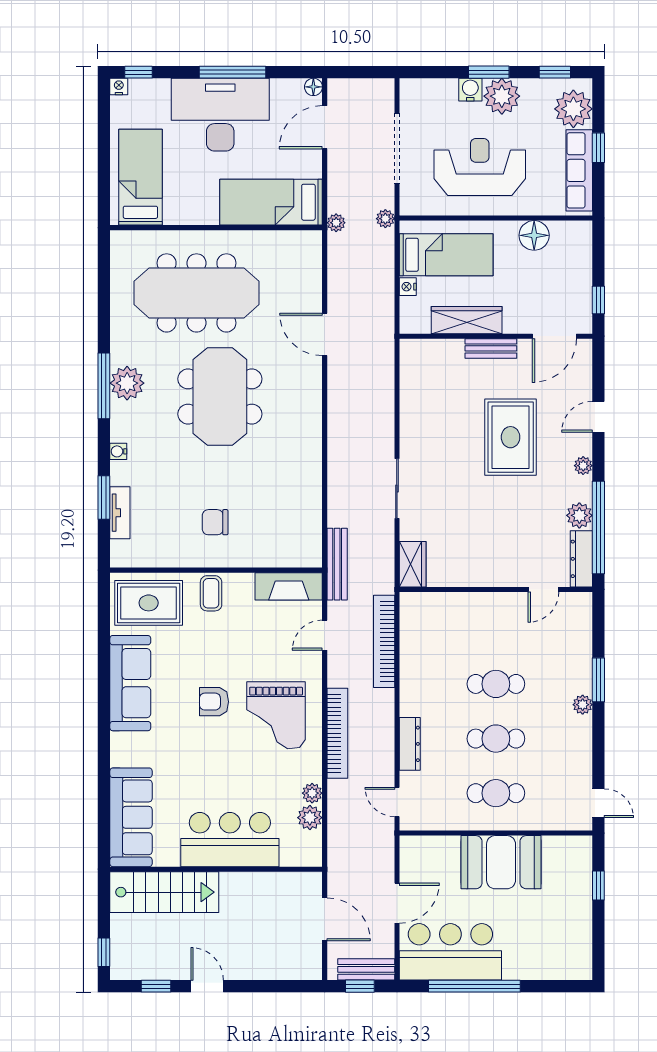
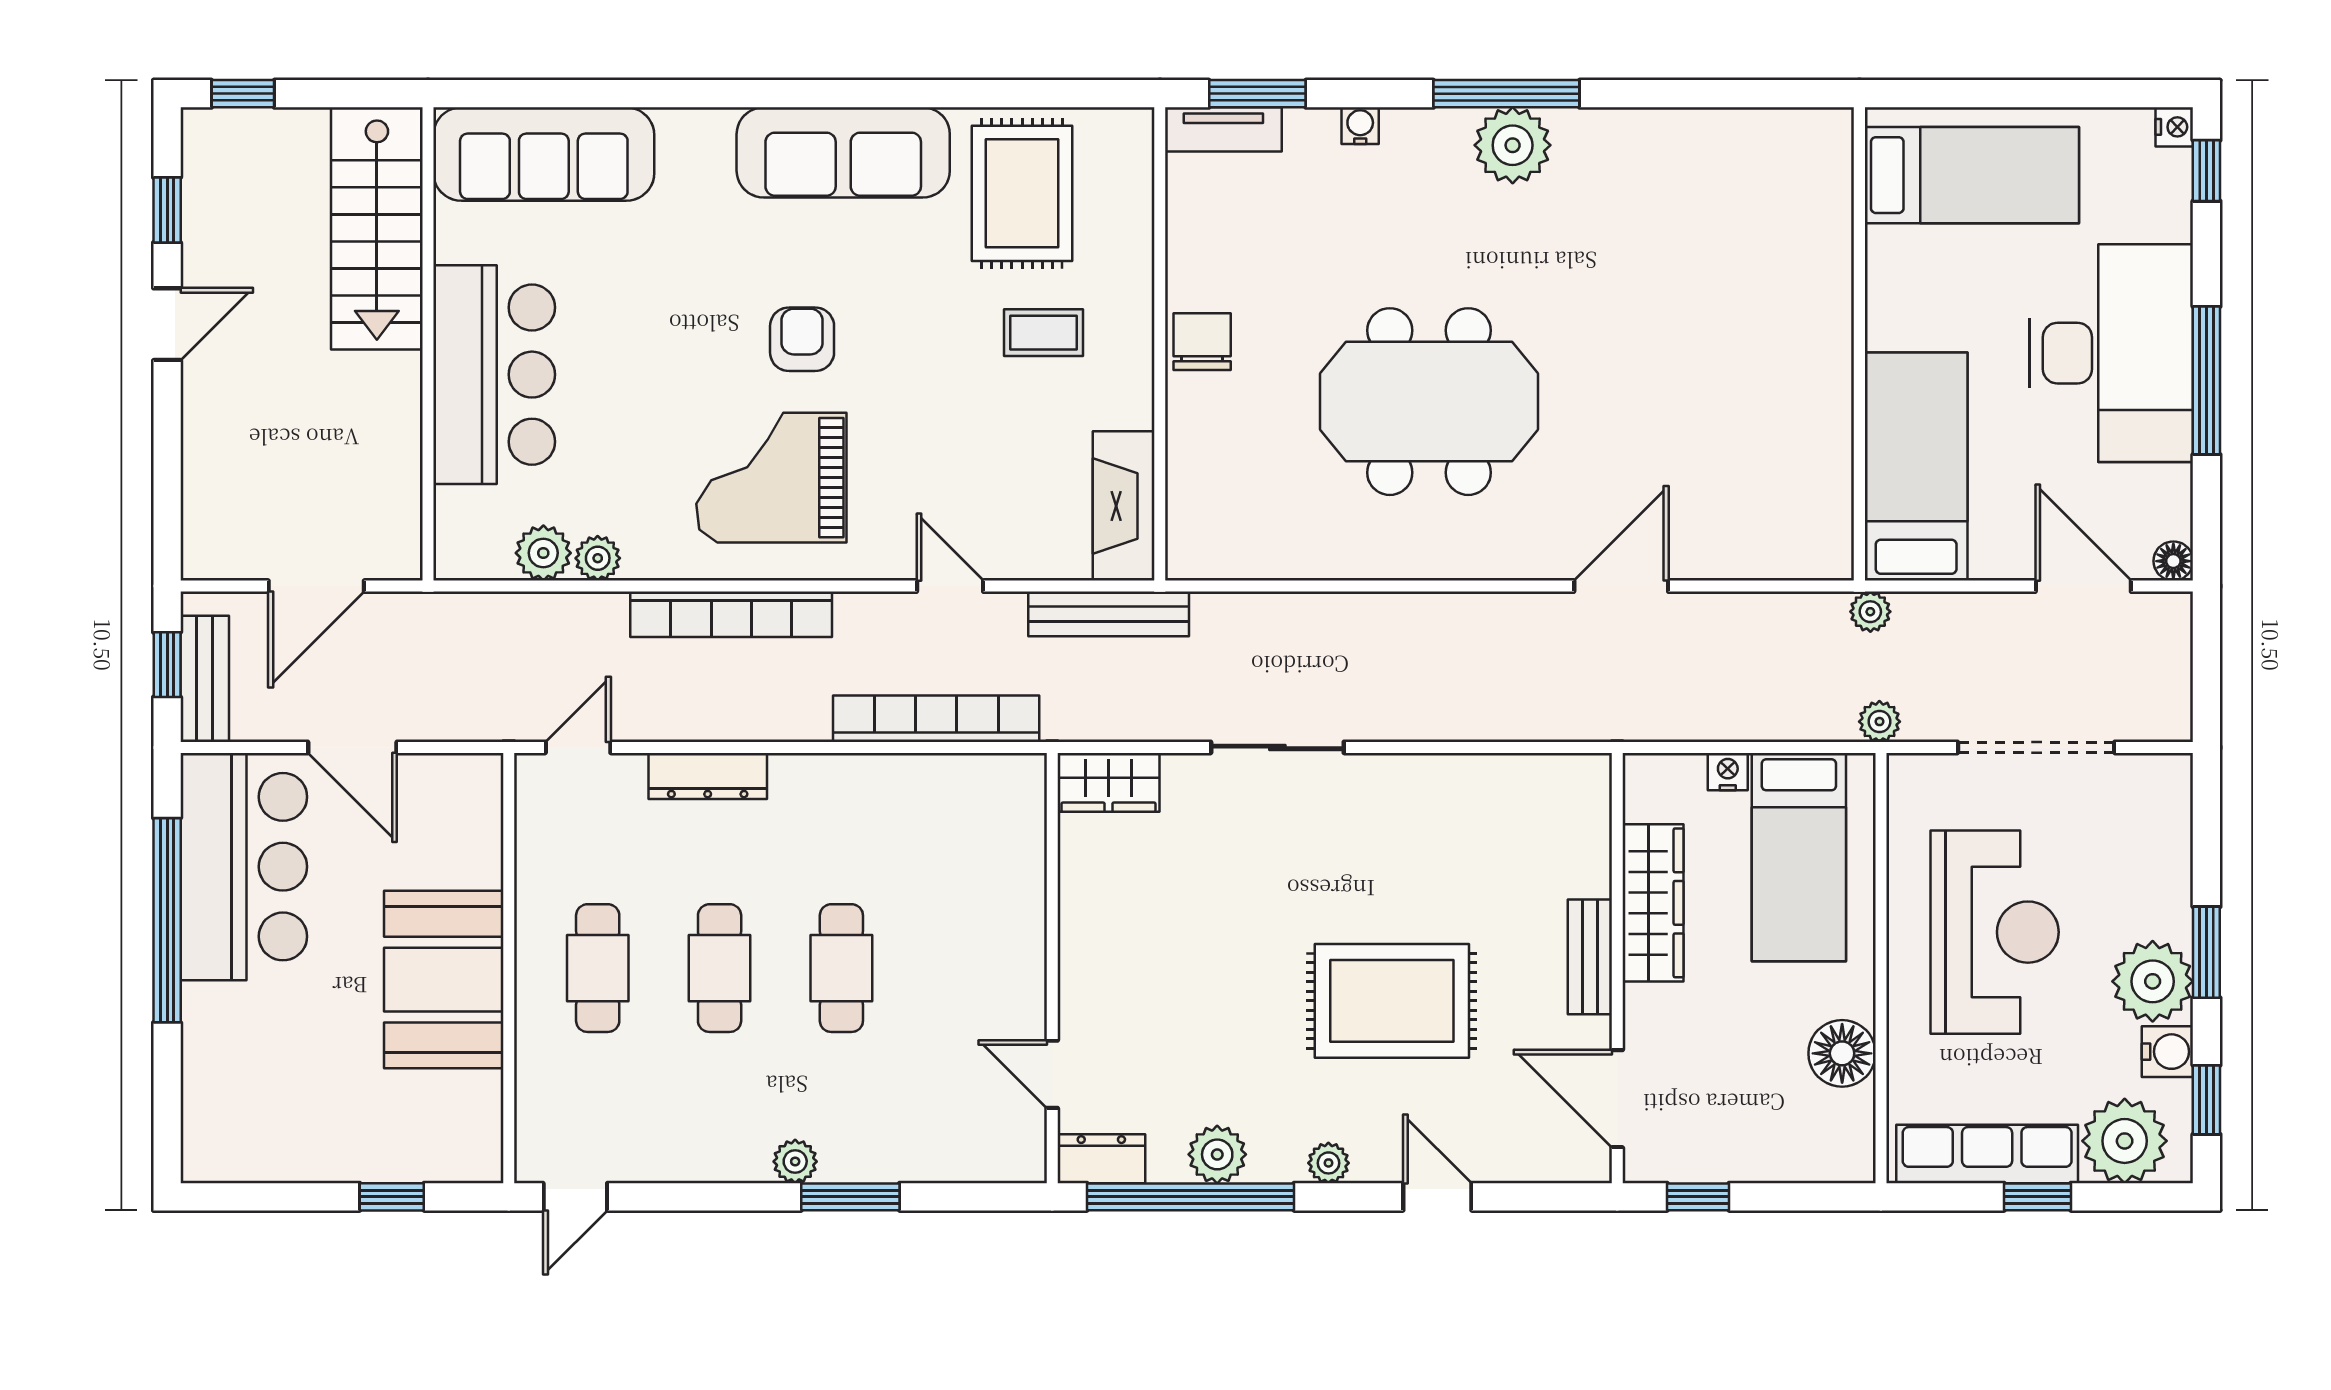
water cooler: (470, 90) -> (2167, 1052), moved
meeting table: (196, 293) -> (1714, 300), removed
meeting table: (220, 396) -> (1429, 402), moved
dresser: (581, 559) -> (1101, 1159), width x0.70
wall: (216, 570) -> (1160, 344), moved
fireplace: (289, 586) -> (1124, 506), moved

